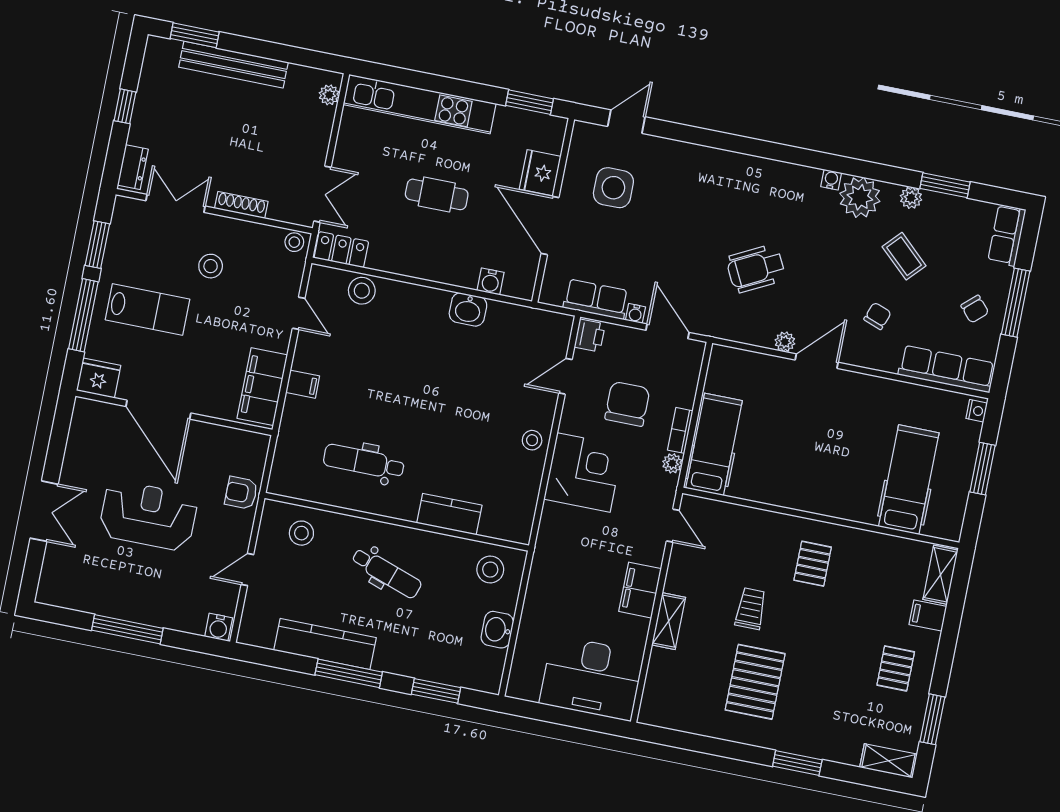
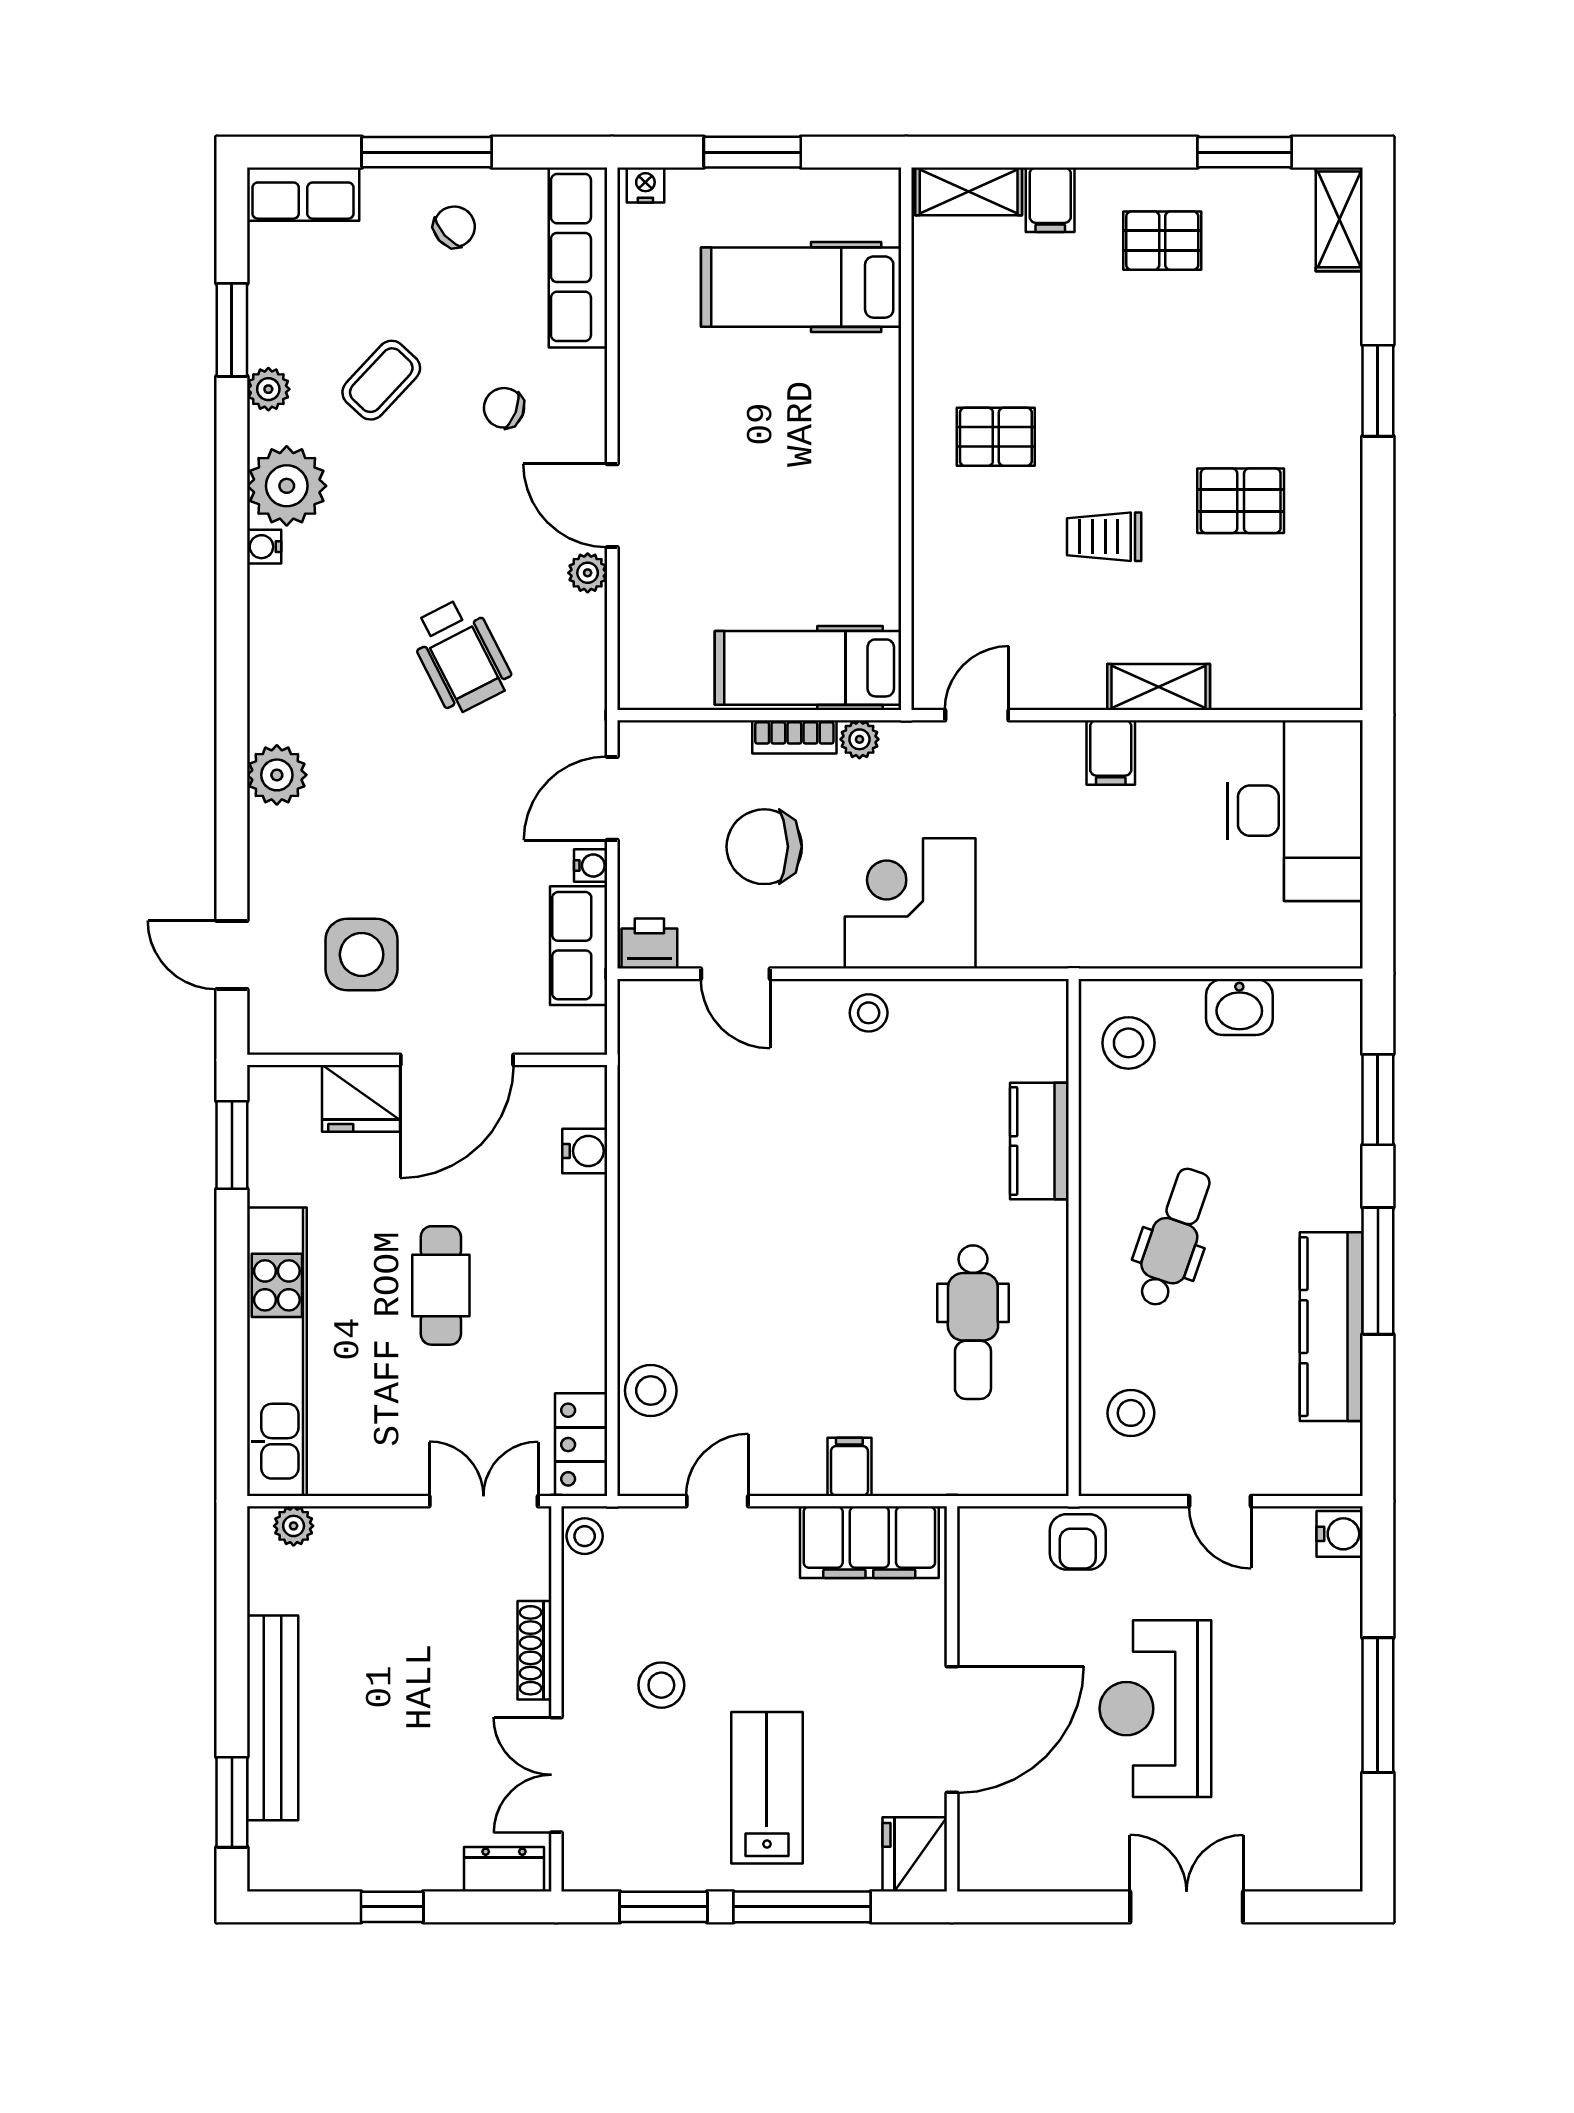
plant: (714, 163) -> (277, 775), added
washbasin: (468, 309) -> (646, 1183), removed
filing cabinet: (640, 590) -> (1111, 752), width x0.50
pallet: (755, 682) -> (1241, 501), width x0.67, depth x0.71

